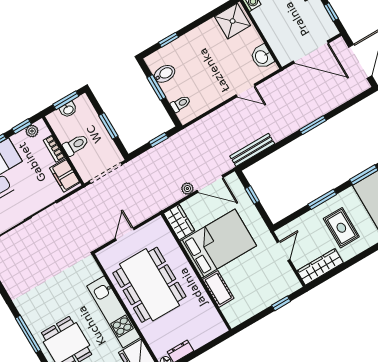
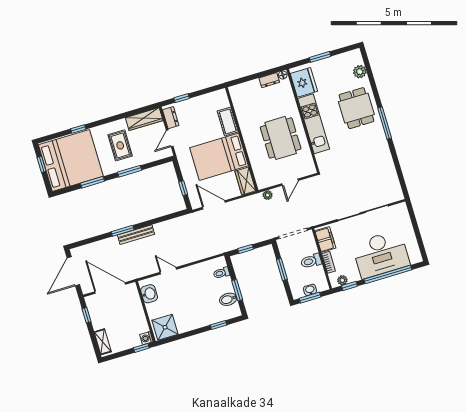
bench: (252, 150) -> (136, 235), moved
plant: (187, 189) -> (268, 195), moved
dresser: (288, 276) -> (171, 118), added
dining table: (149, 285) -> (281, 138), width x0.73, depth x0.80

